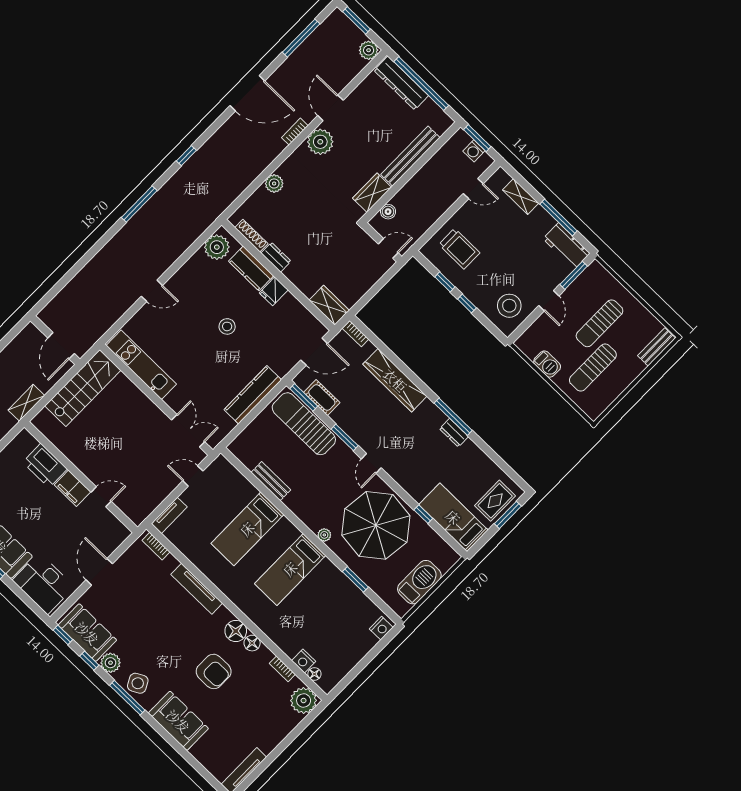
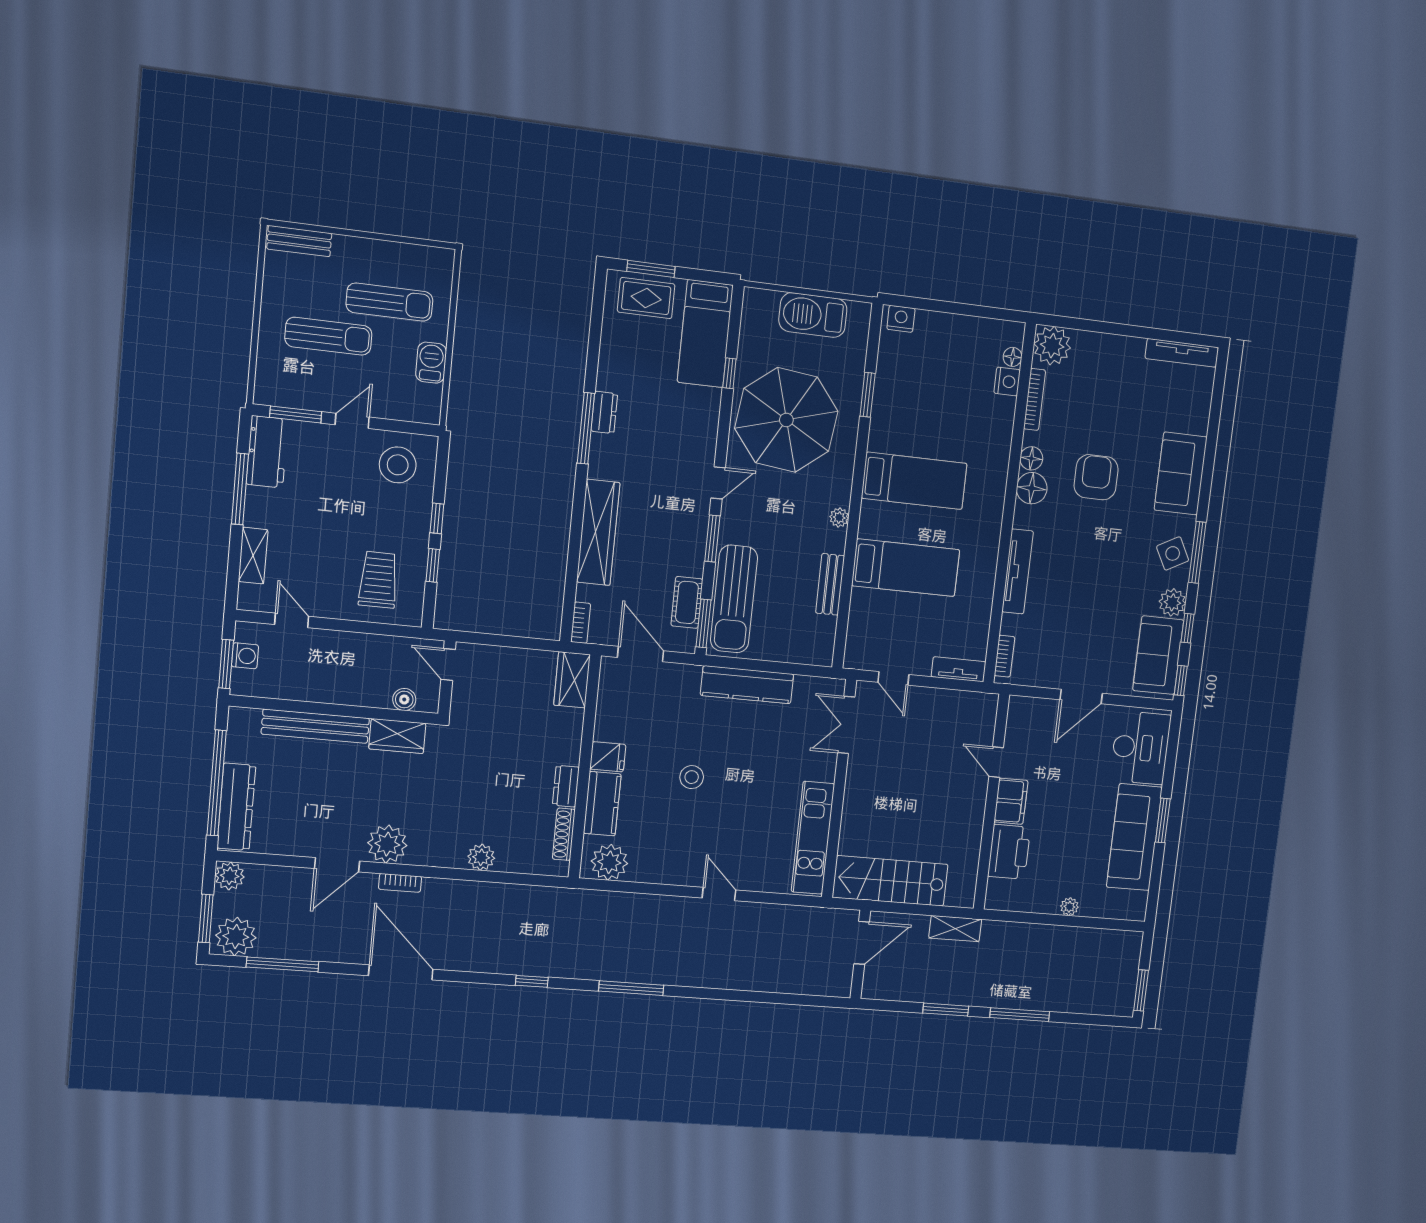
plant: (335, 27) -> (236, 937), added
plant: (324, 535) -> (839, 518), moved
bookcase: (282, 669) -> (1034, 399), width x1.56

